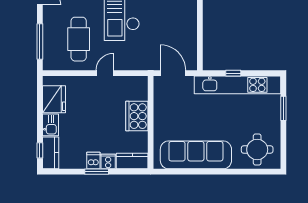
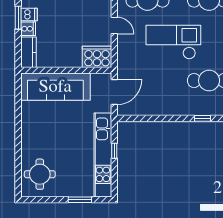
cooker: (137, 116) -> (97, 57), moved
sofa: (196, 155) -> (55, 87), moved, turned 90

